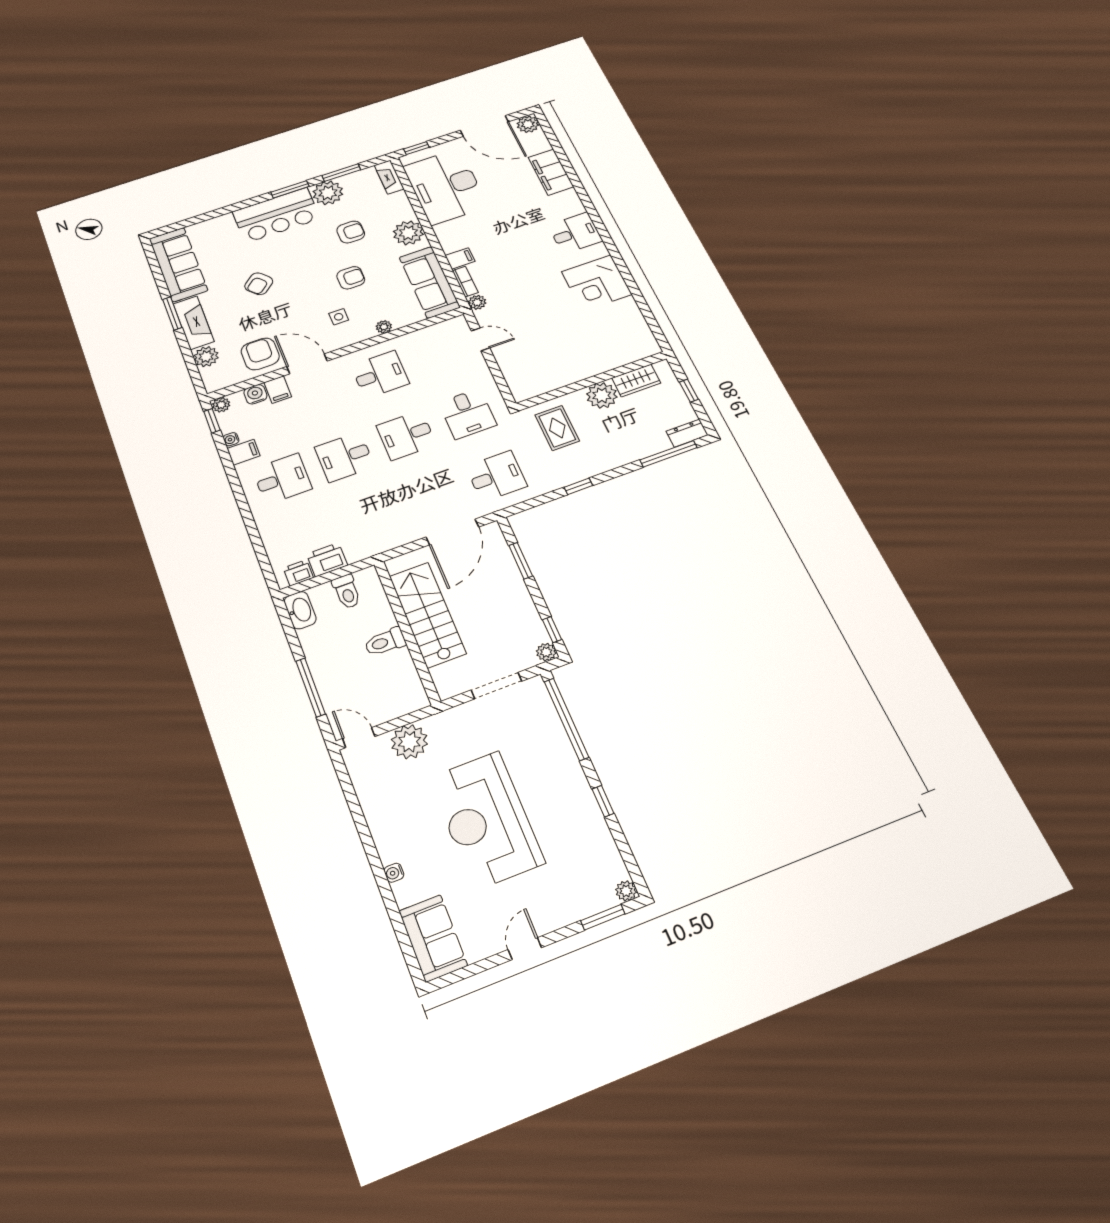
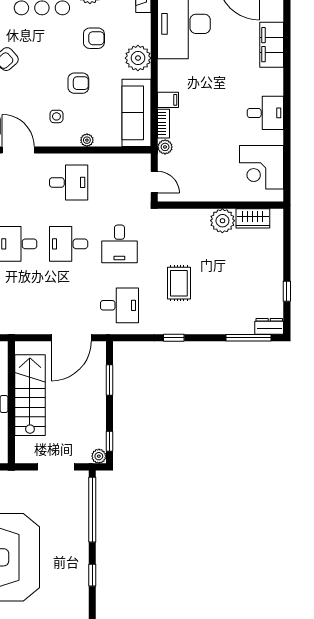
wardrobe: (636, 380) -> (253, 218), moved
wall: (592, 381) -> (221, 205), moved
plant: (602, 395) -> (222, 221), moved

